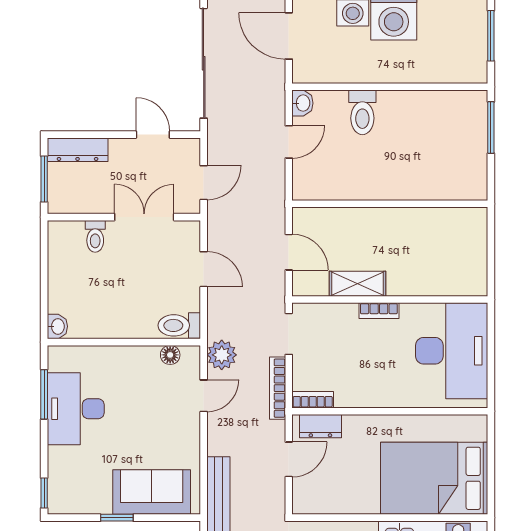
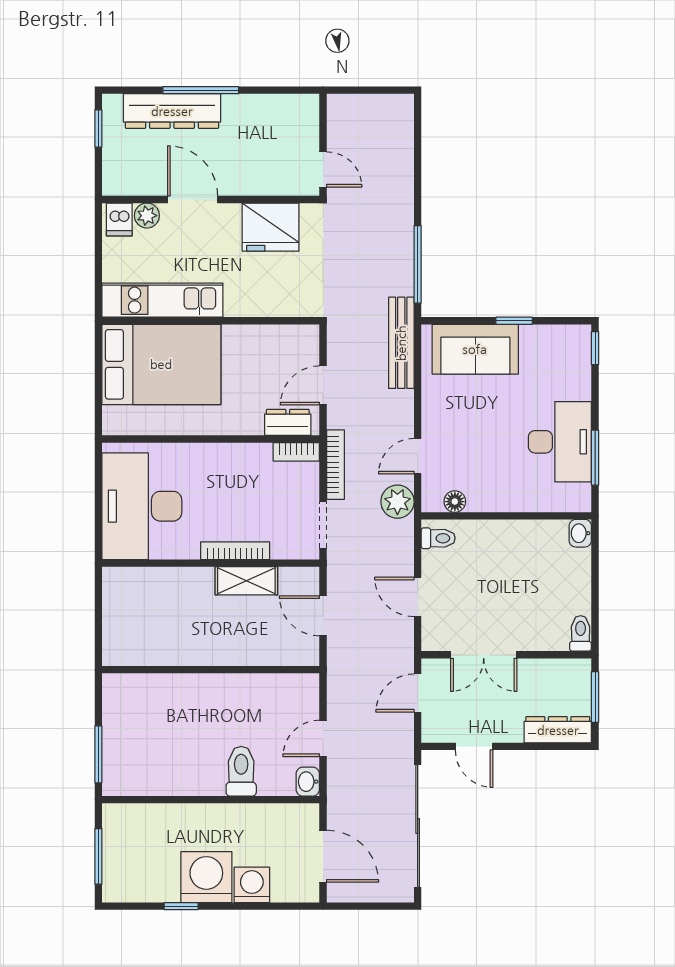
toilet: (95, 236) -> (581, 633), moved
bookcase: (379, 311) -> (235, 551), width x1.56
toilet: (179, 325) -> (438, 538), width x0.73, depth x0.72

